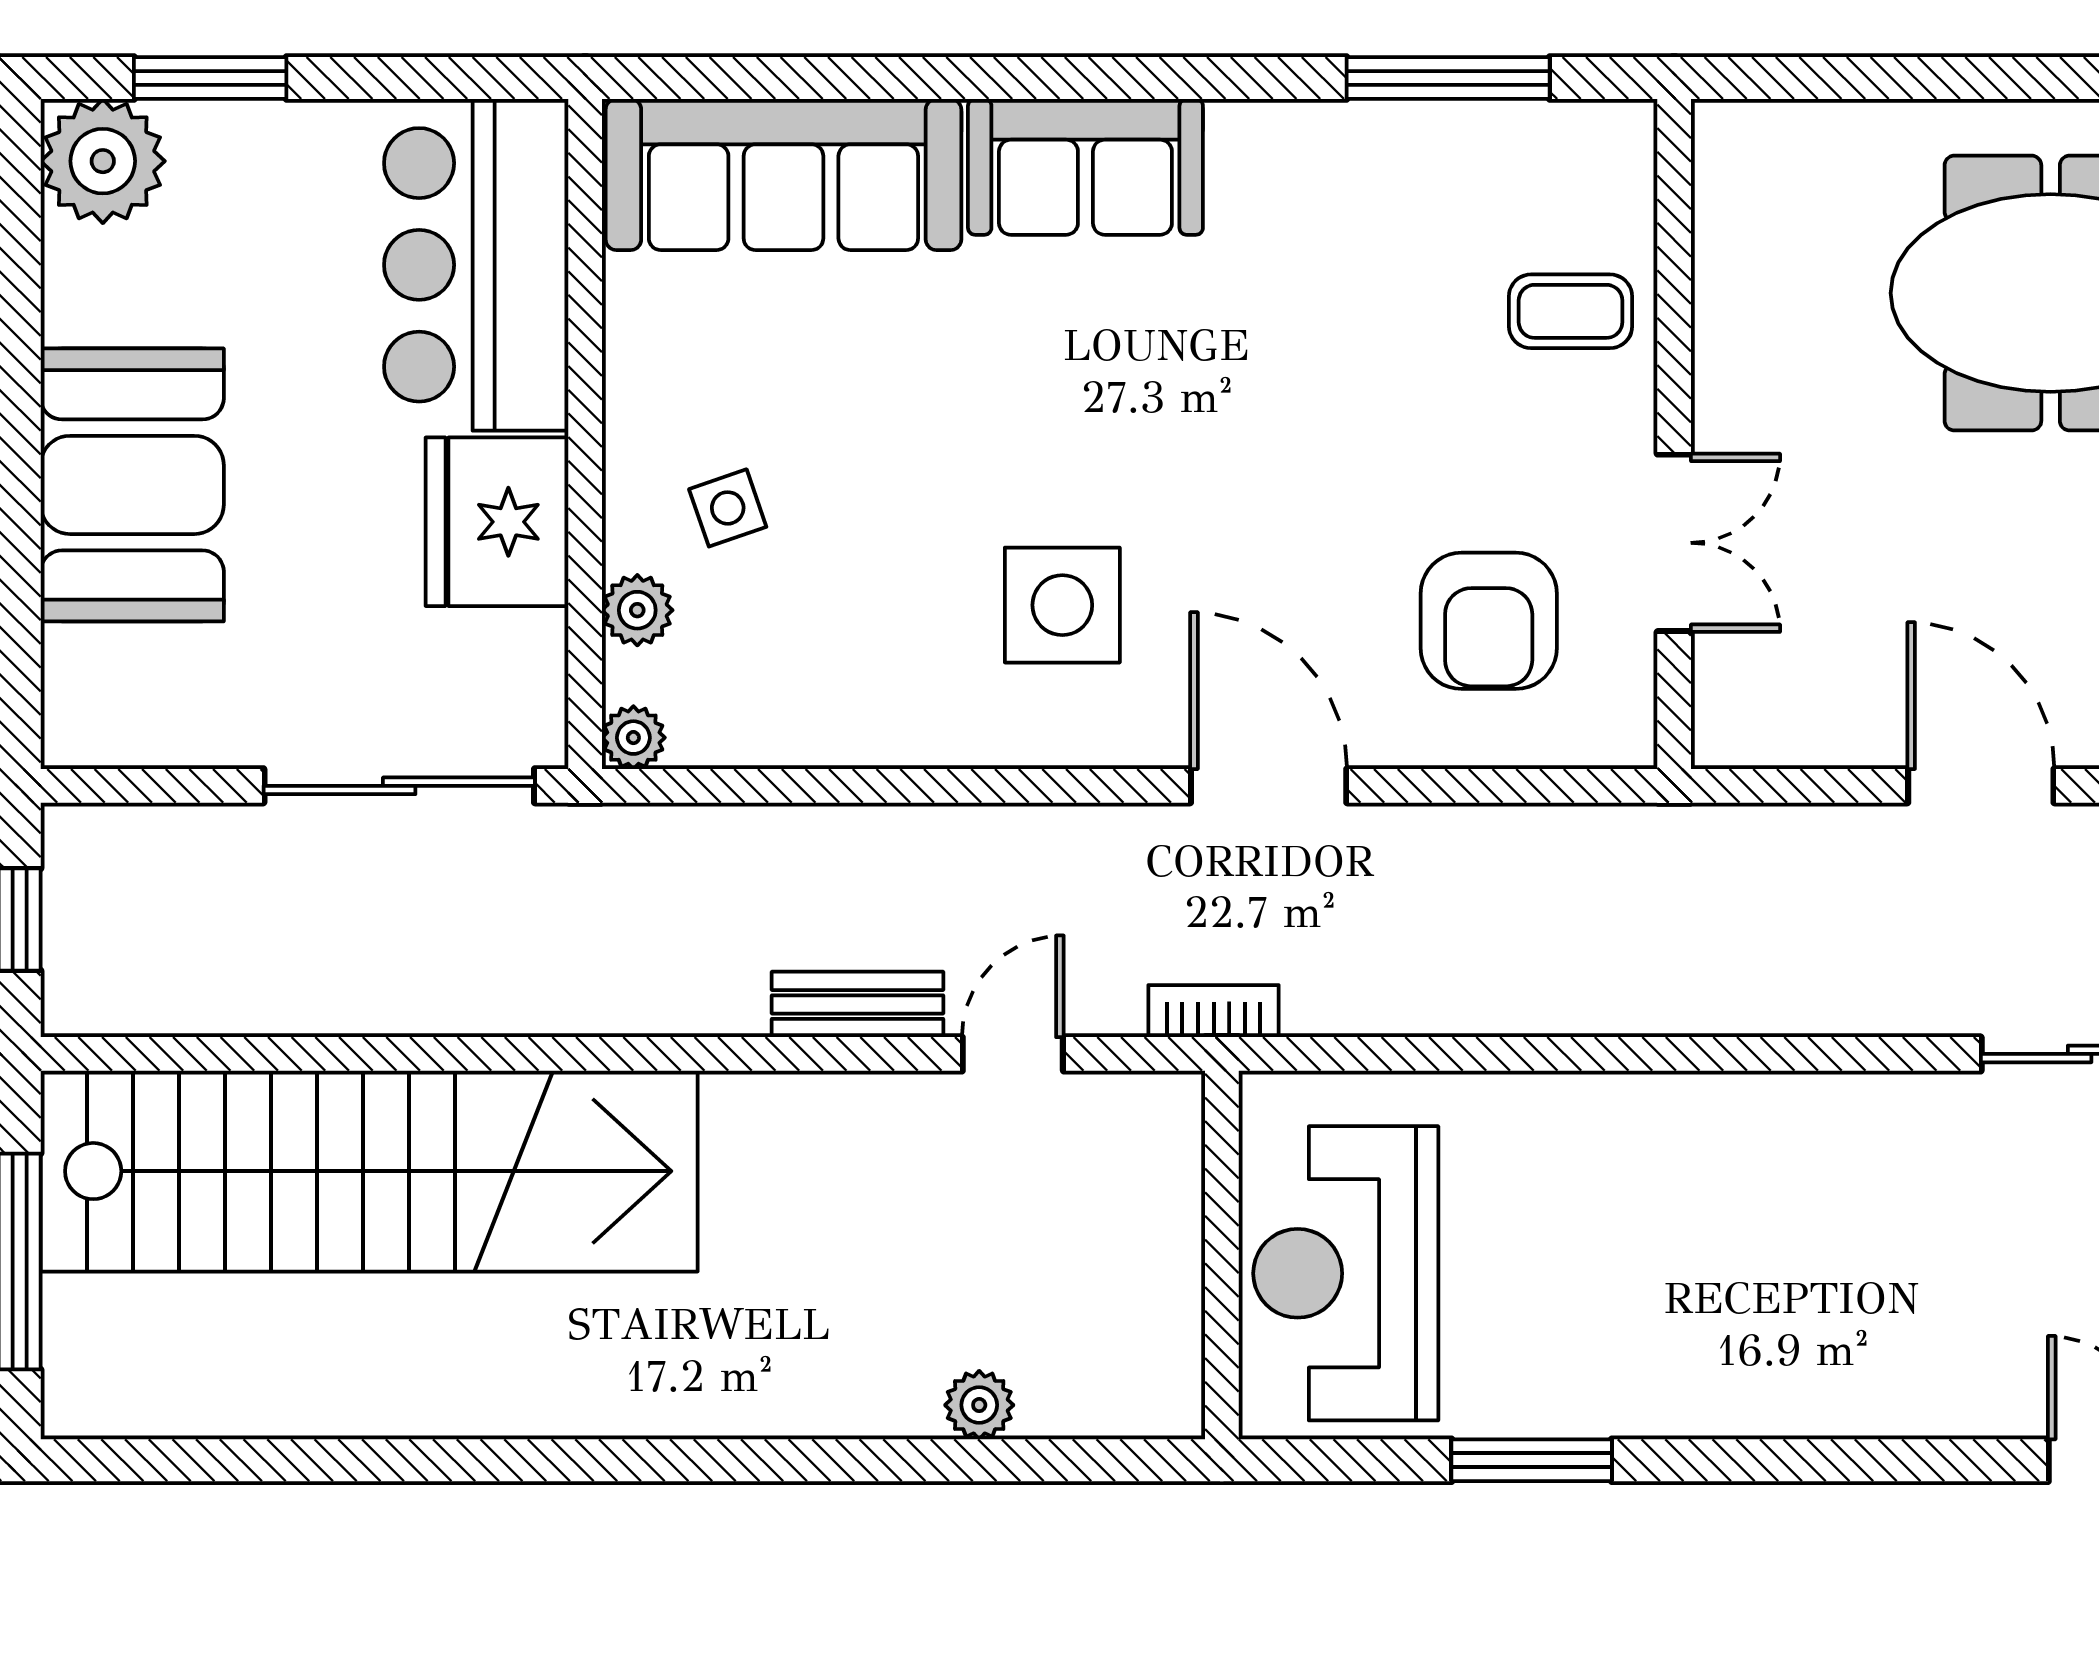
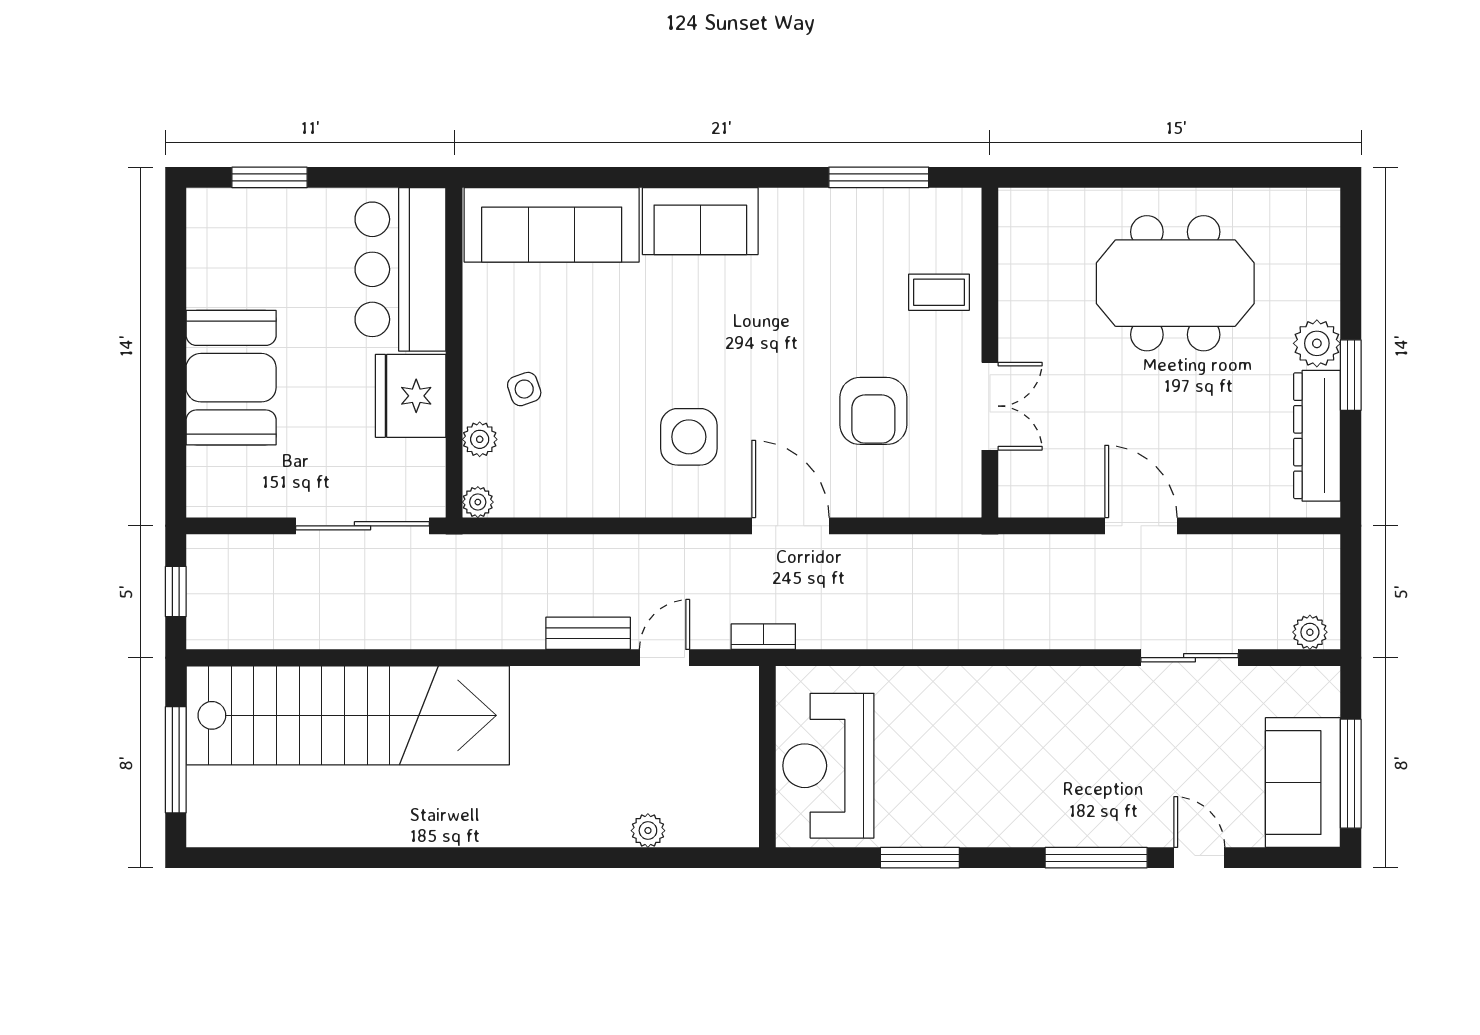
plant: (103, 161) -> (217, 218), removed
armchair: (1489, 621) -> (873, 411), moved
window: (1890, 1460) -> (1096, 858), added

